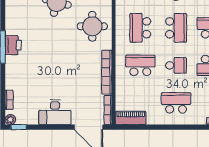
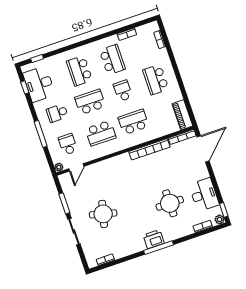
round table: (92, 26) -> (170, 203), moved
school desk: (140, 65) -> (133, 122), turned 90
desk: (55, 112) -> (204, 195), moved

